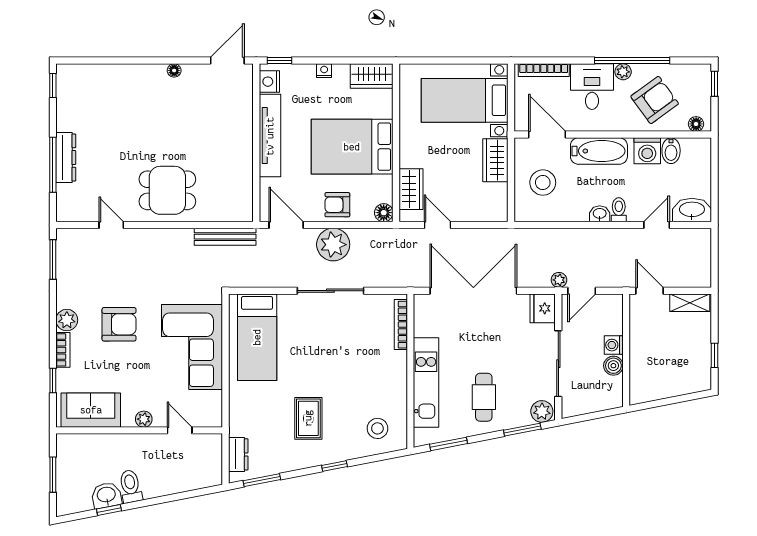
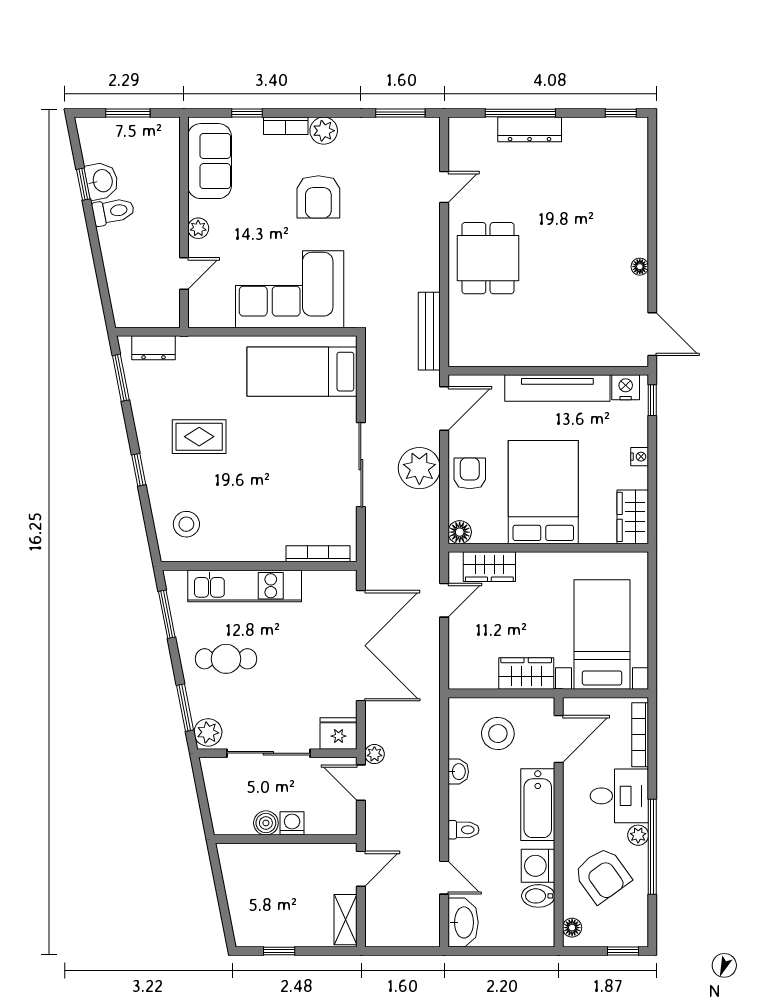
washbasin: (600, 214) -> (458, 772), moved

